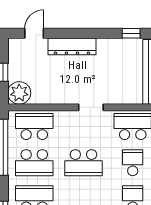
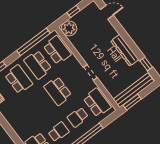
dresser: (72, 46) -> (125, 50), moved
school desk: (133, 163) -> (78, 117), turned 180

